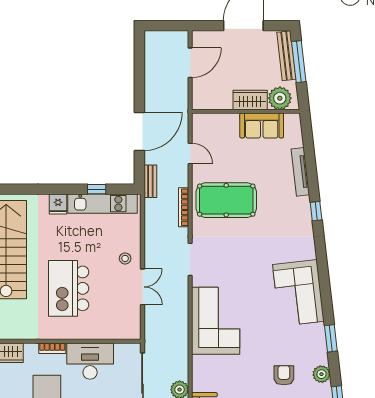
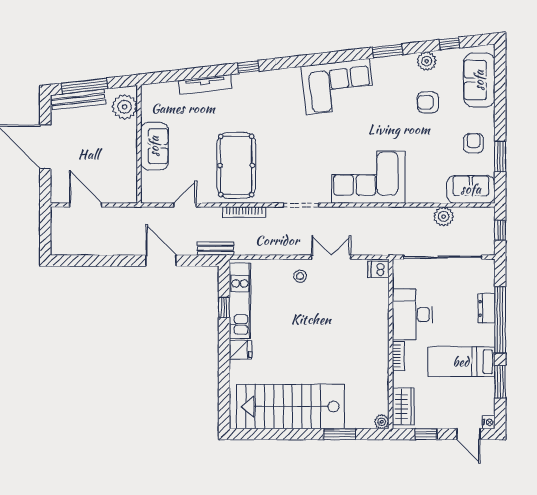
wardrobe: (250, 100) -> (127, 139), removed
sofa: (262, 125) -> (154, 146), moved
door: (139, 131) -> (161, 261), width x0.73
kitchen island: (69, 288) -> (333, 338), removed
dishwasher: (131, 330) -> (378, 269), added

